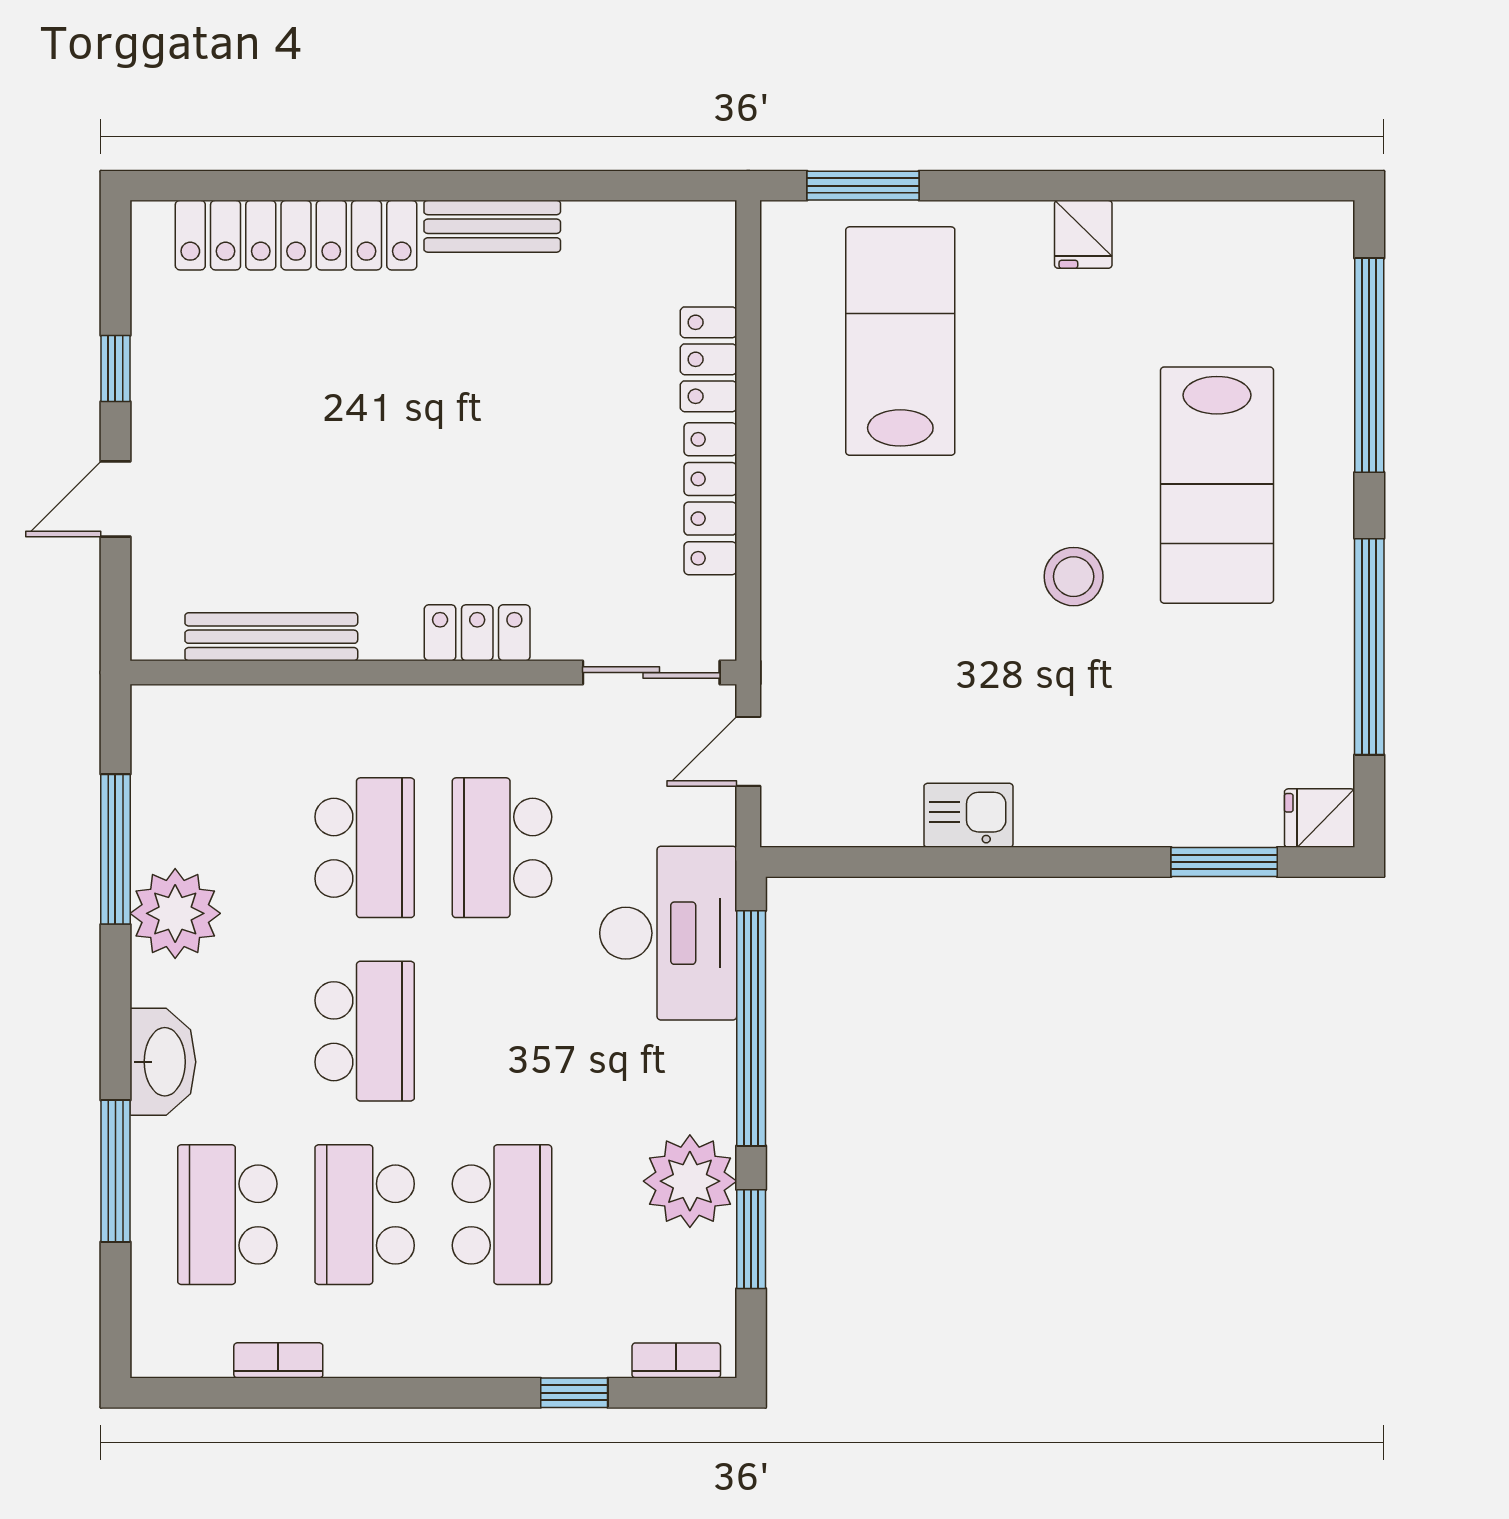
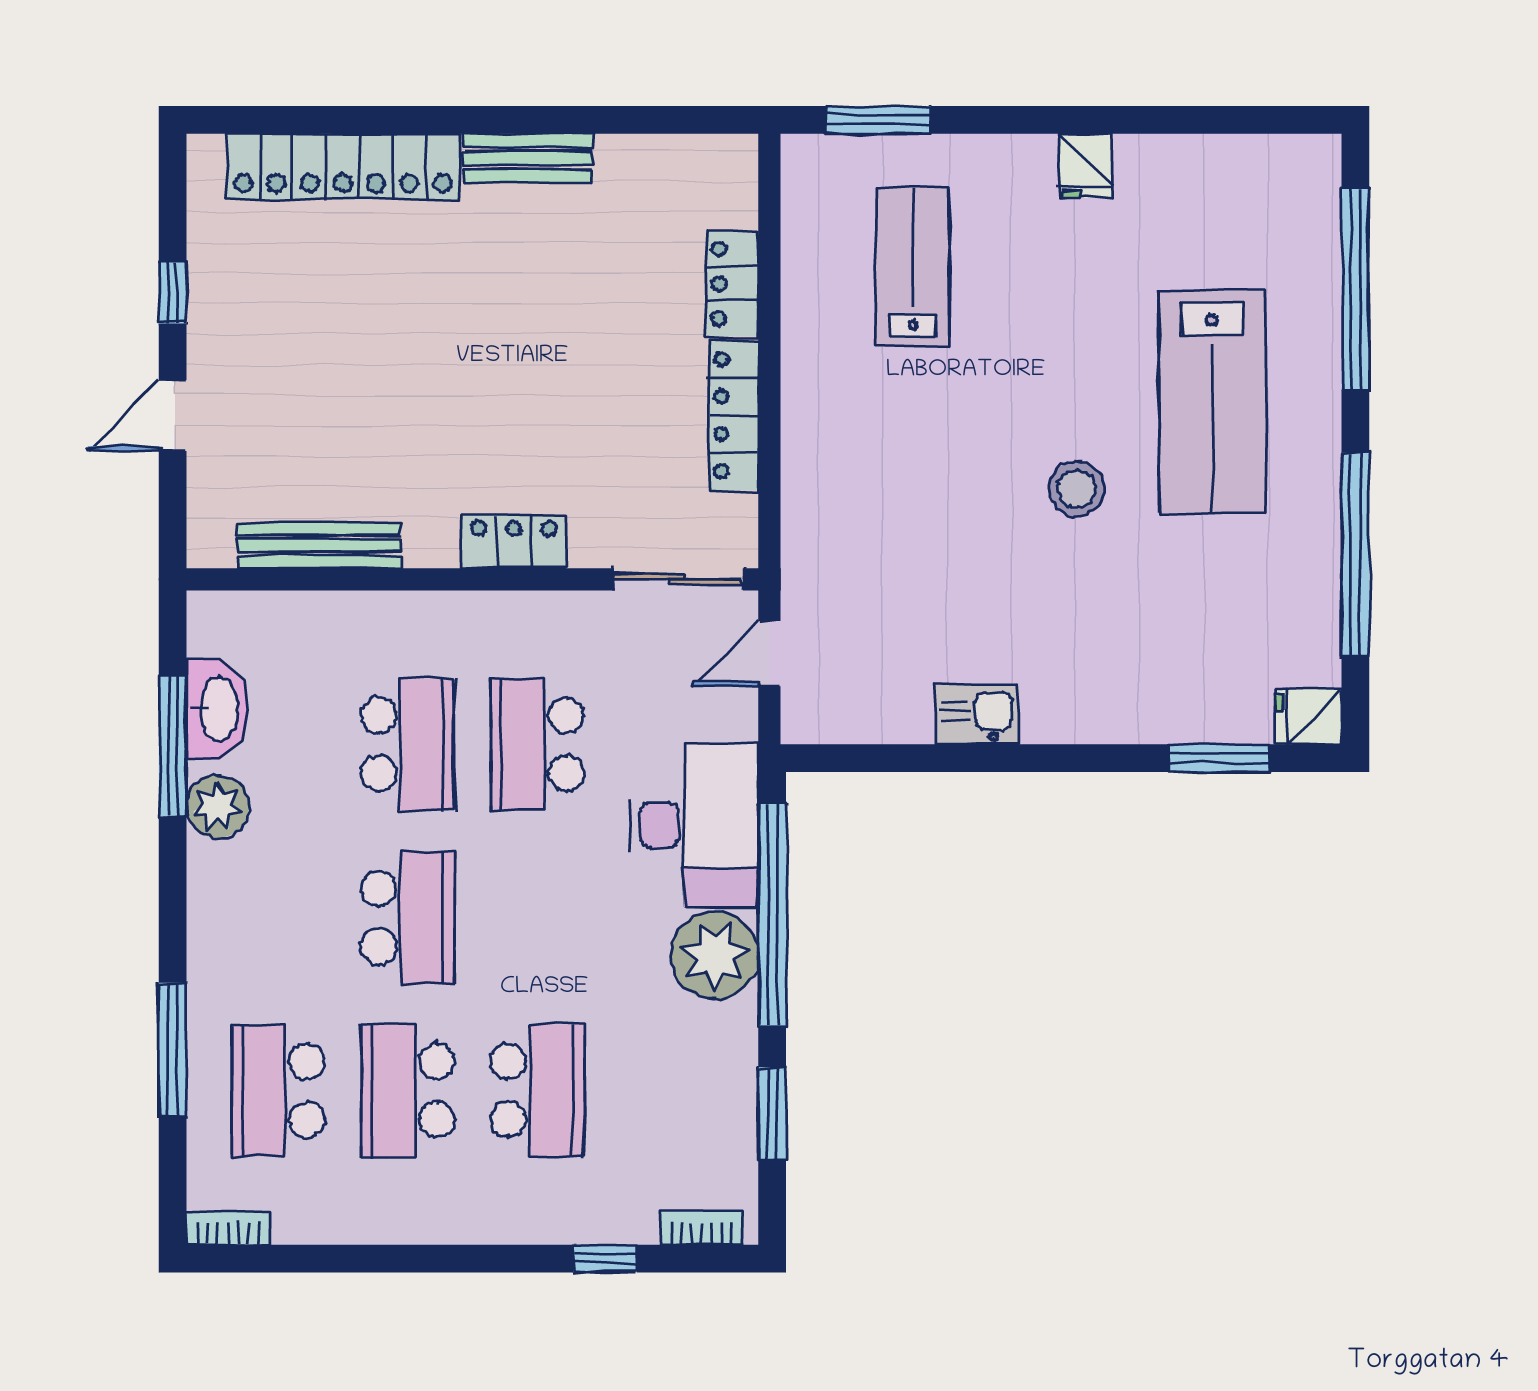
lab bench: (900, 341) -> (913, 266), width x0.73, depth x0.72
plant: (175, 913) -> (218, 807), width x0.73, depth x0.73
washbasin: (163, 1062) -> (217, 709), moved
plant: (690, 1181) -> (715, 955), moved
bookcase: (278, 1360) -> (228, 1228), moved

